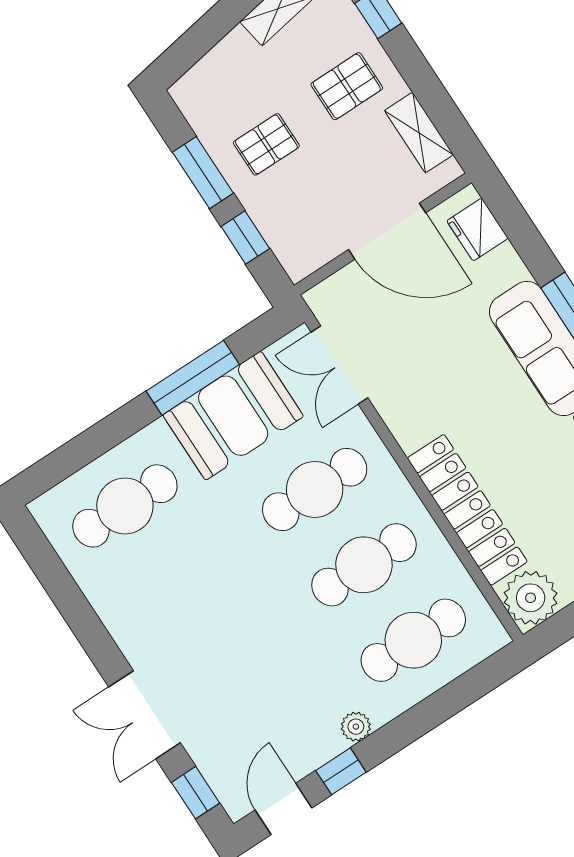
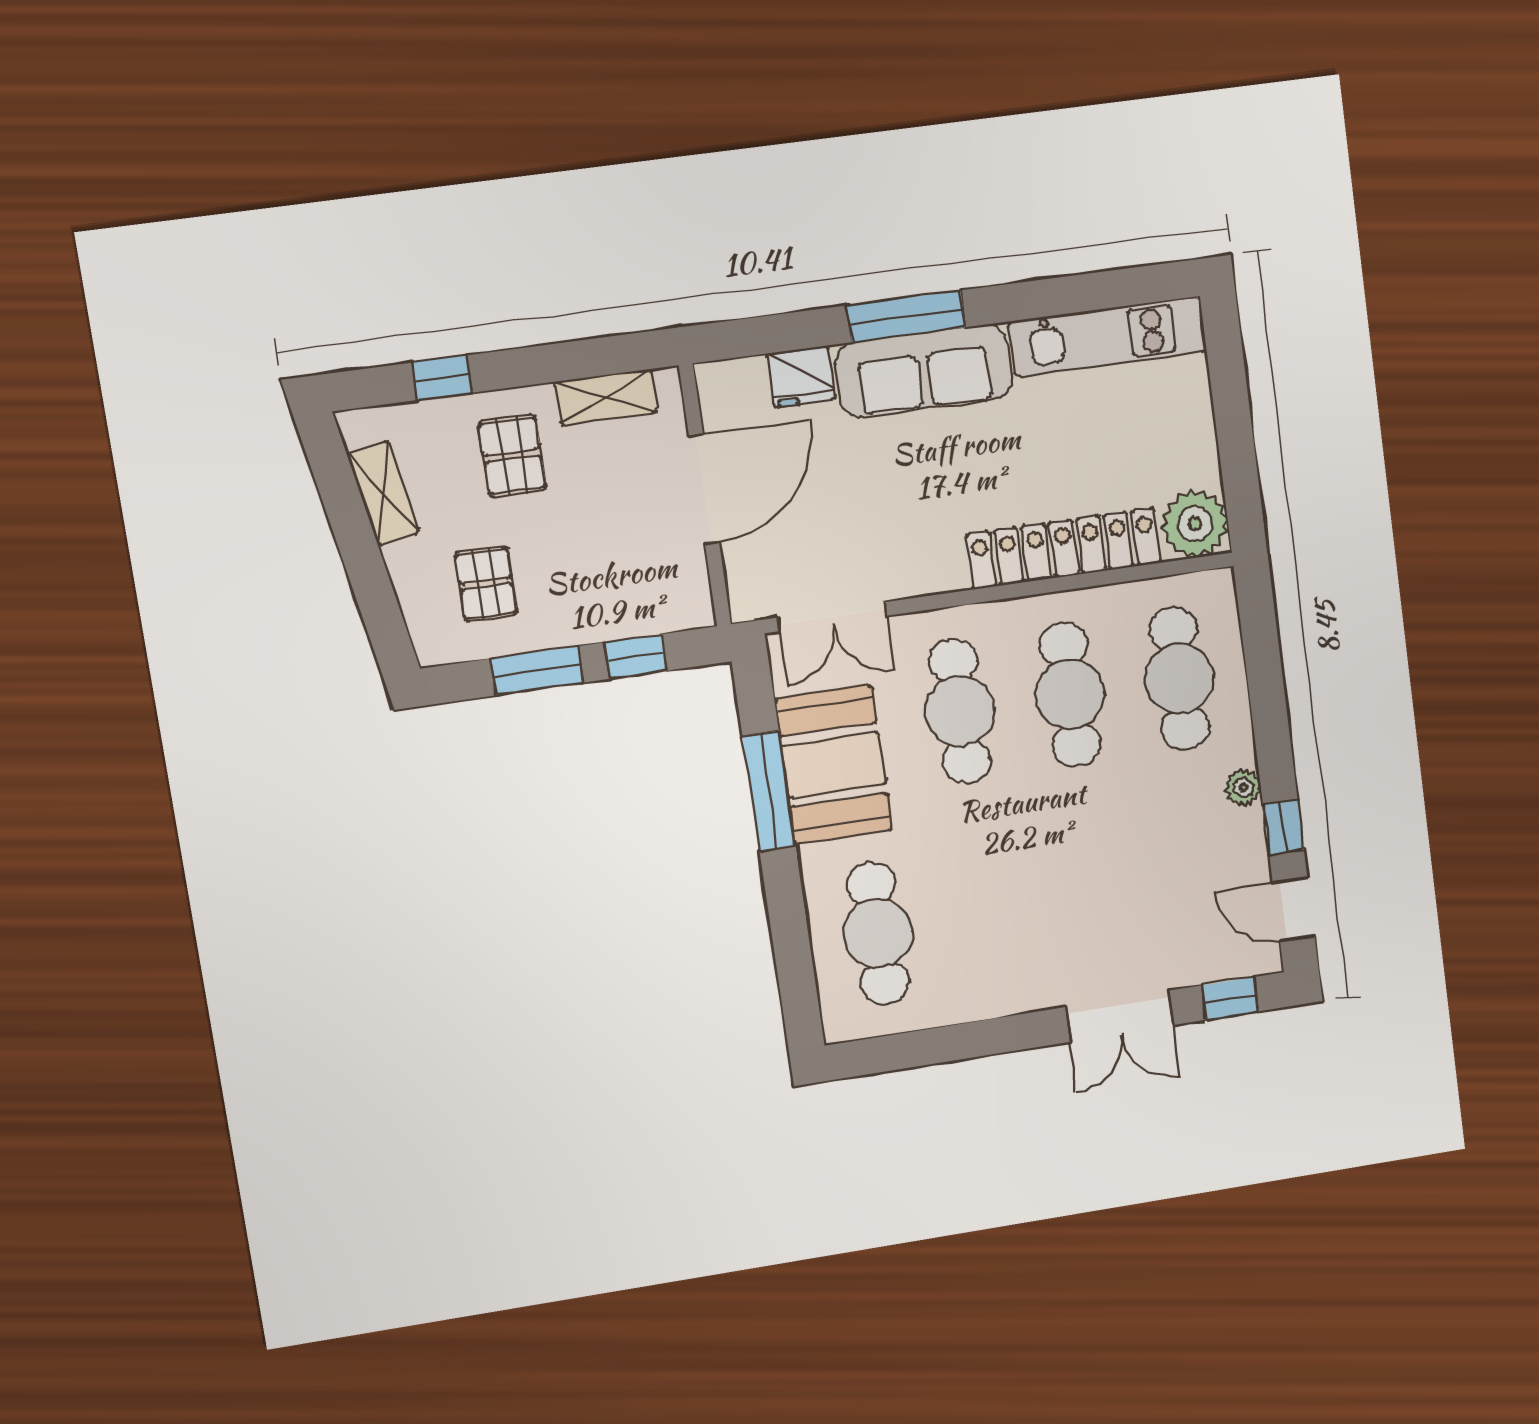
pallet: (266, 144) -> (486, 584), moved
fridge: (477, 229) -> (801, 376), moved

